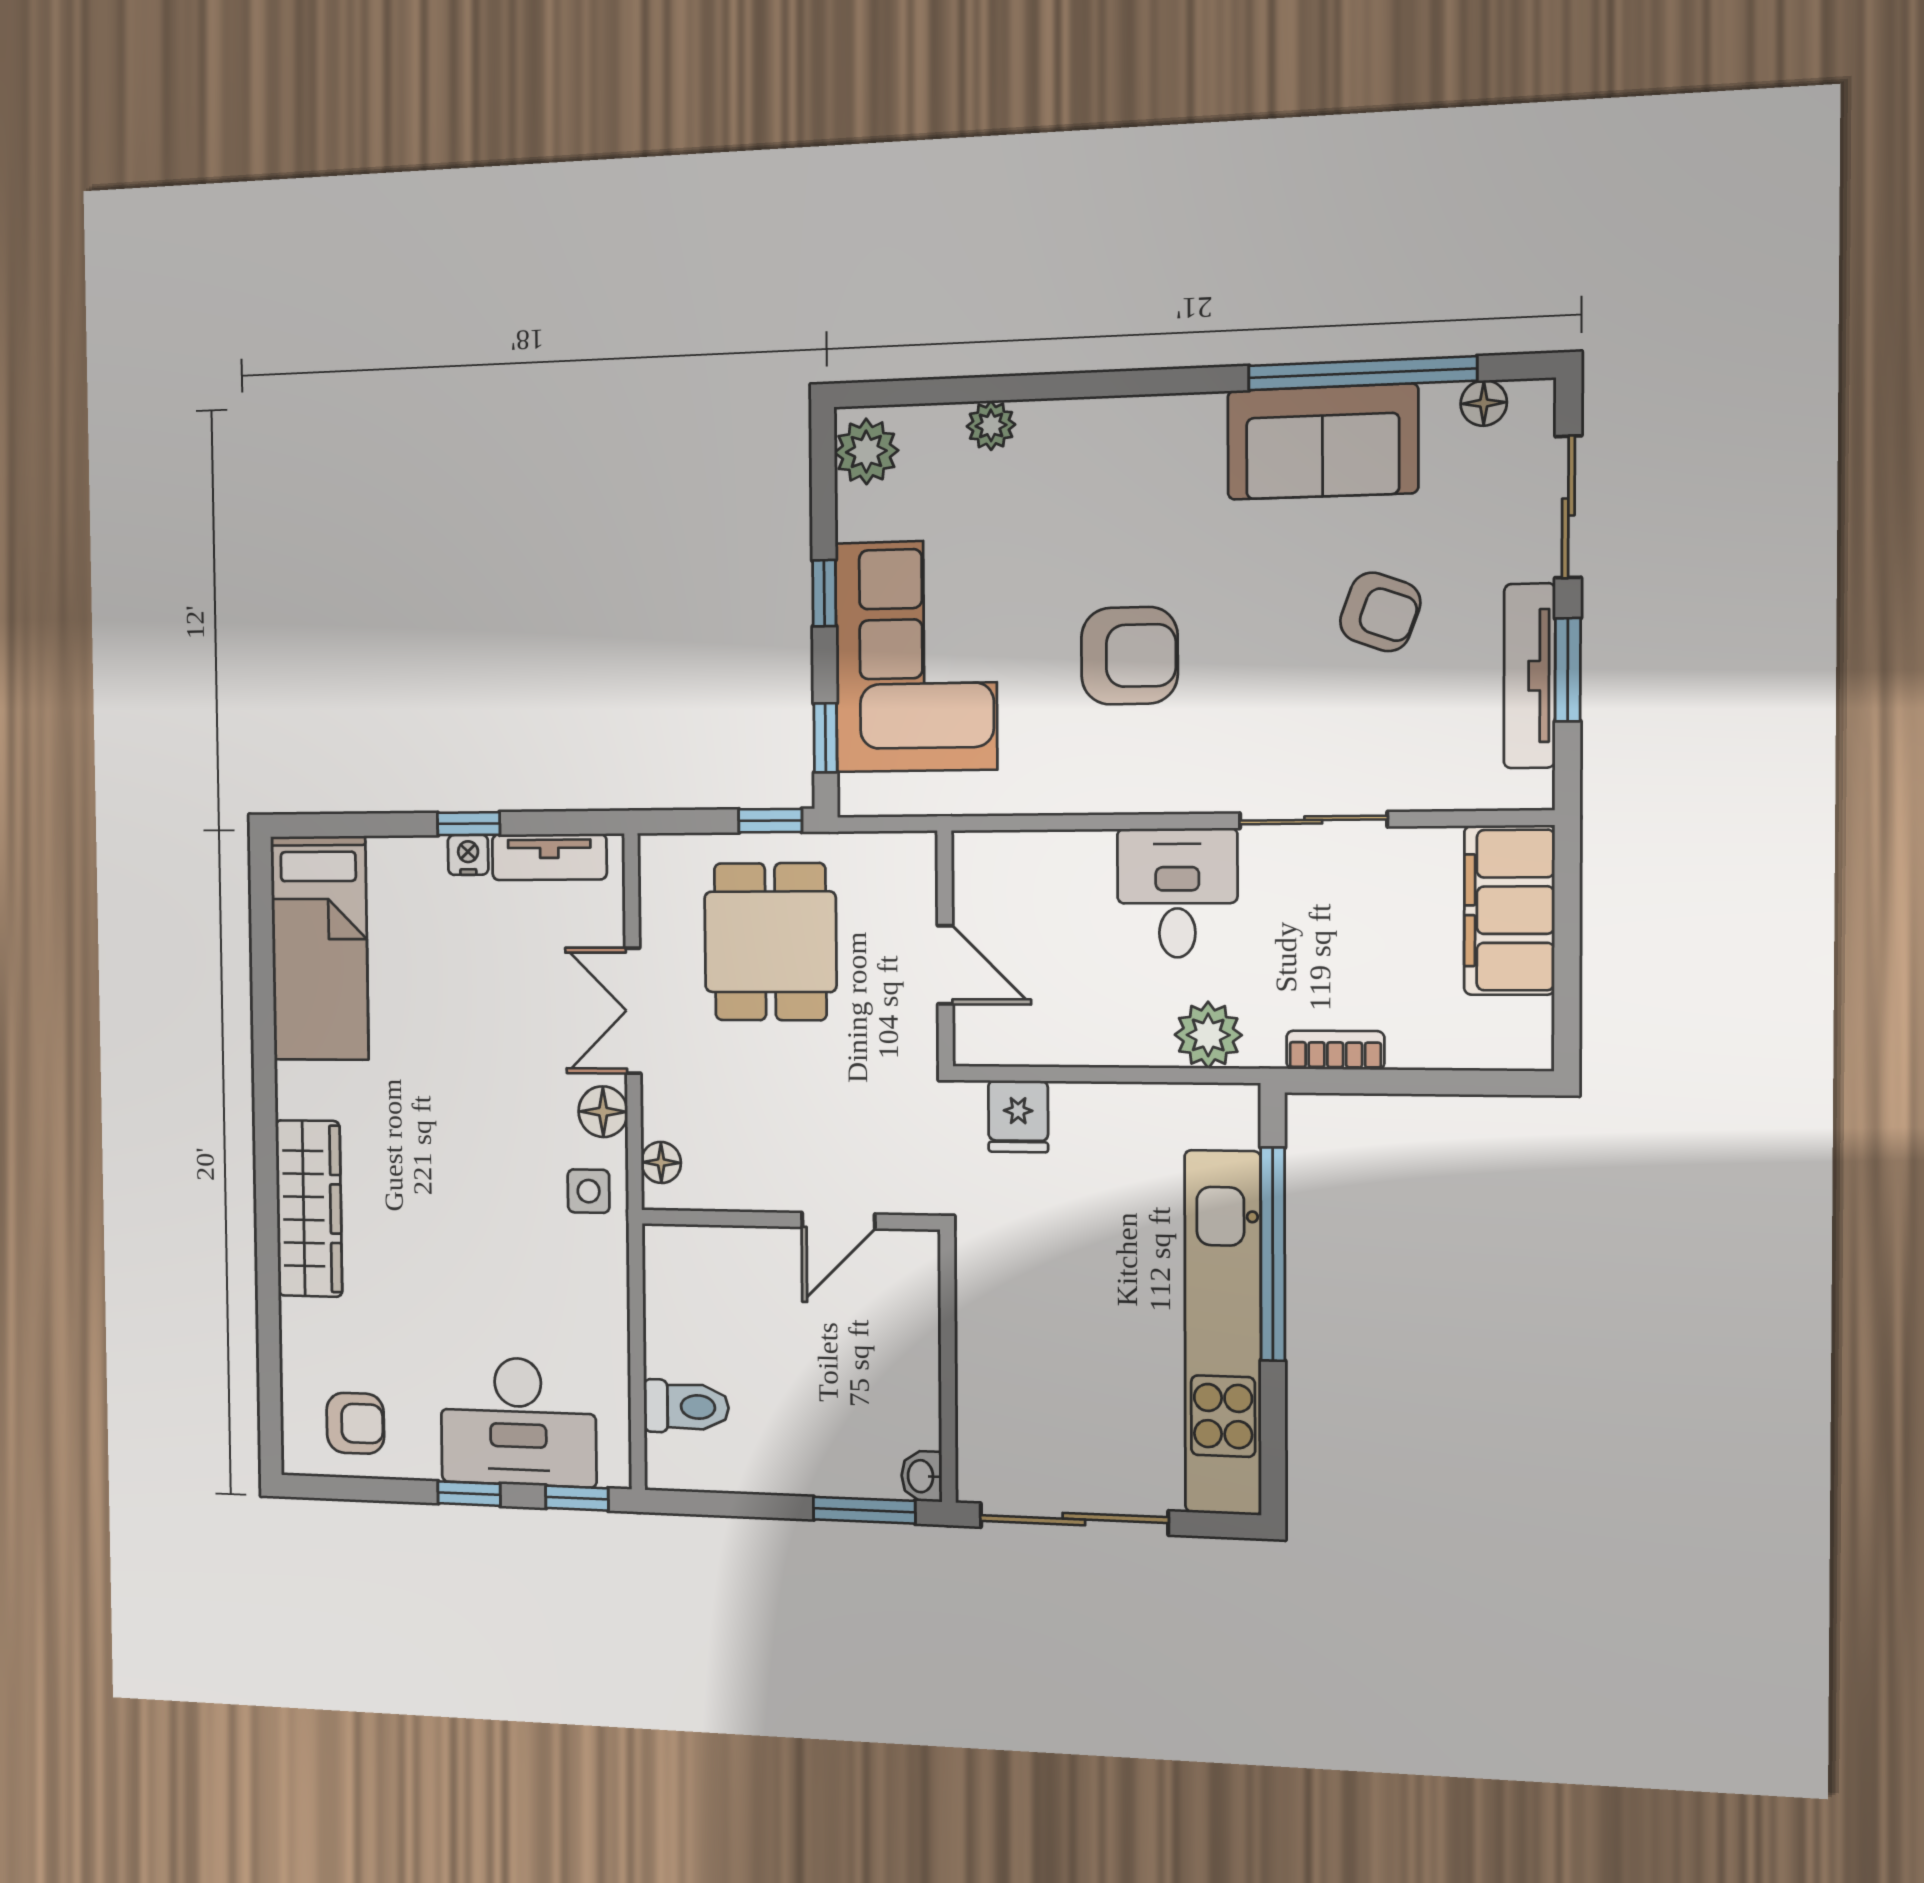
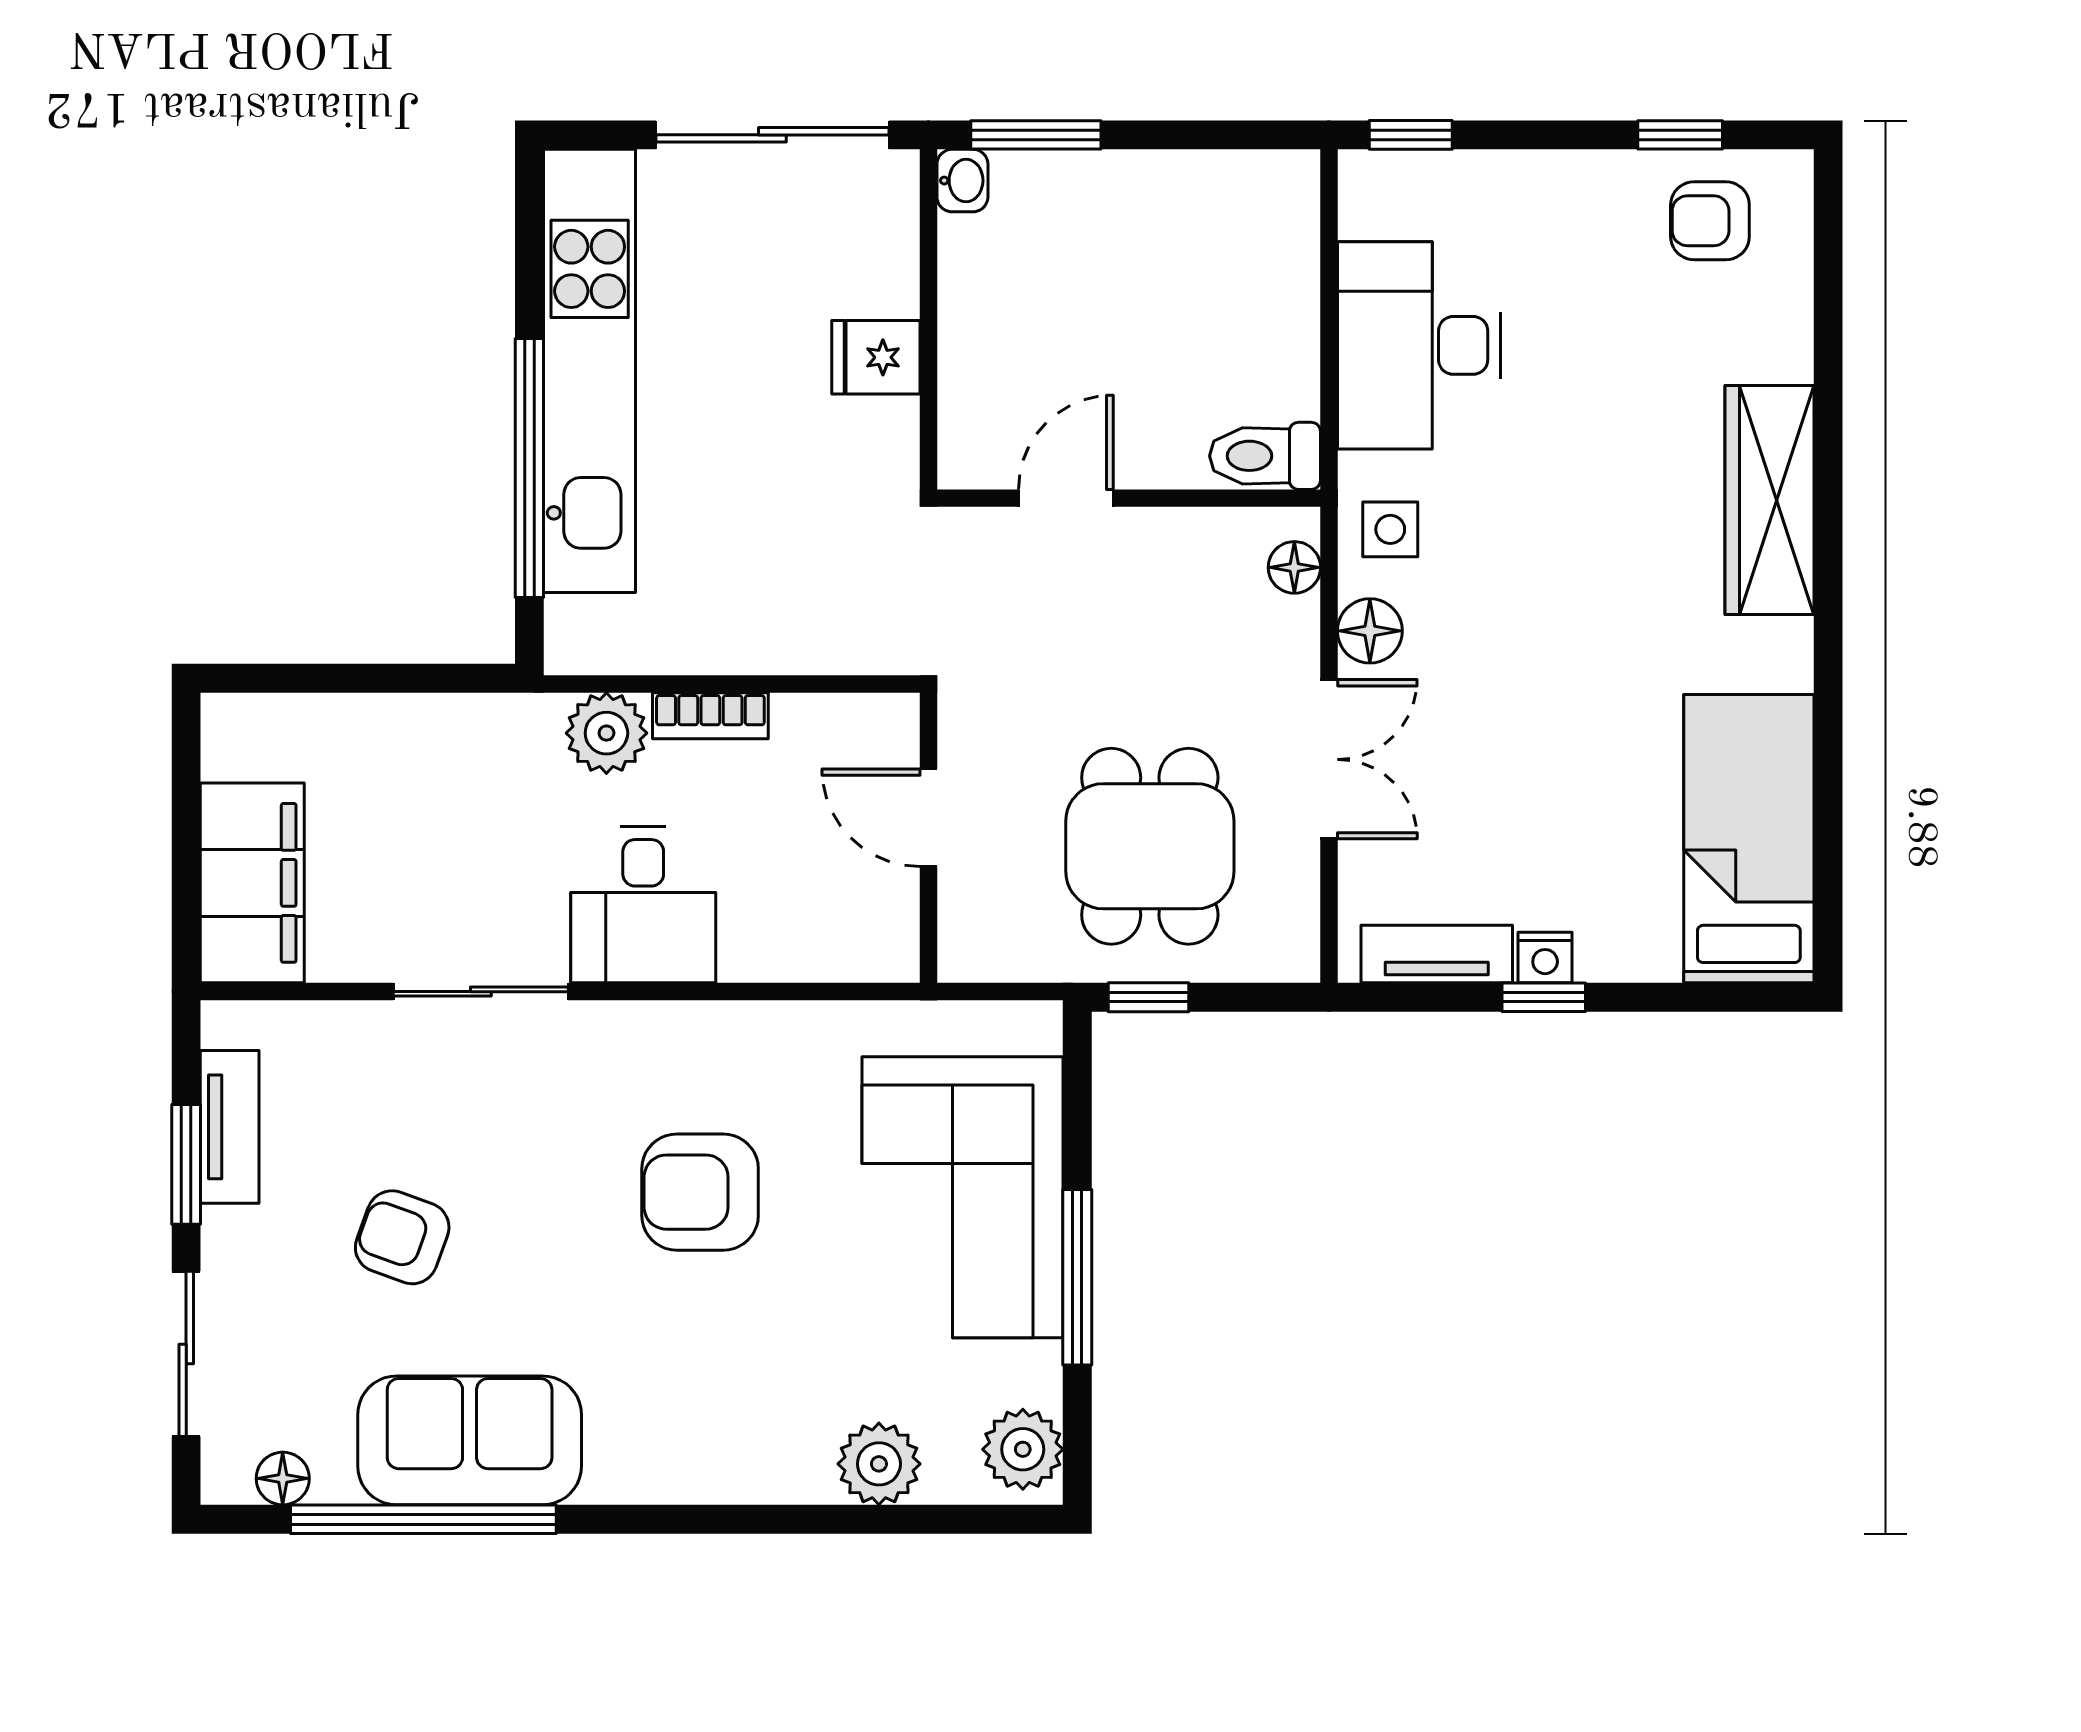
plant: (991, 425) -> (879, 1464), width x1.38, depth x1.38
window: (824, 593) -> (1077, 1277), width x2.17
tv unit: (1530, 676) -> (230, 1127), width x0.71
window: (825, 738) -> (1077, 1099), removed
bookcase: (1335, 1050) -> (710, 716), moved
fridge: (1018, 1116) -> (876, 357), moved, turned -90
toilet: (686, 1407) -> (1265, 456), moved
desk: (518, 1422) -> (1419, 345), moved, turned -90
window: (469, 1494) -> (1680, 135), moved

